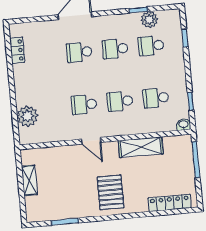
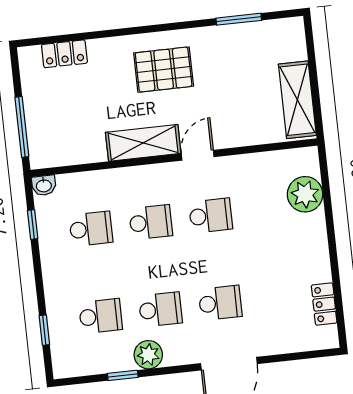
plant: (149, 20) -> (148, 355), moved
door: (91, 141) -> (198, 155), hinge flipped
shelving: (141, 147) -> (143, 143), moved
shelving: (29, 180) -> (297, 100), width x1.50, depth x1.33
pallet: (111, 192) -> (164, 70), turned 90
locker: (170, 203) -> (64, 54), width x0.66

